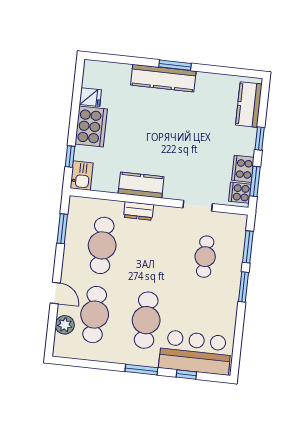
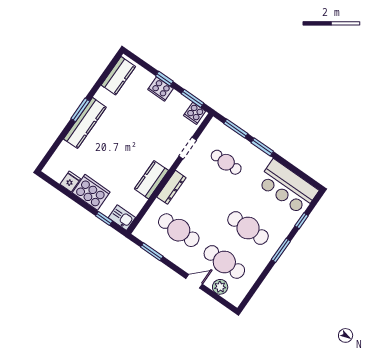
kitchen counter: (249, 105) -> (118, 76), moved, turned -90
cooker: (243, 169) -> (160, 89), moved
dresser: (139, 211) -> (171, 187), width x1.44
bar counter: (195, 352) -> (288, 187), moved, turned -90

